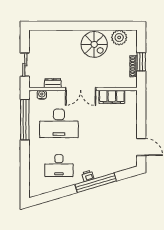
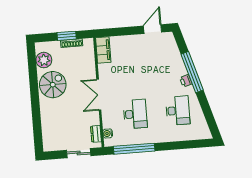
dresser: (53, 83) -> (96, 134), moved
double door: (81, 89) -> (99, 95), swing flipped
filing cabinet: (112, 97) -> (103, 50), moved
desk: (59, 123) -> (135, 114), width x0.73, depth x0.77

